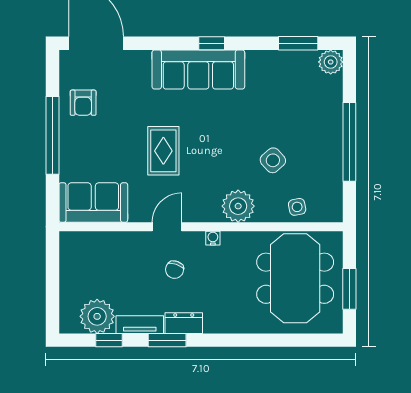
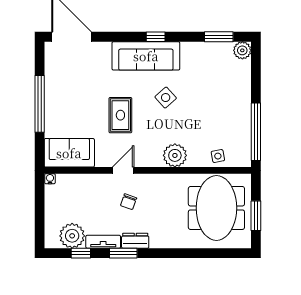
armchair: (83, 103) -> (62, 80), removed
window: (349, 142) -> (256, 132), moved
side table: (273, 160) -> (166, 98), moved
water cooler: (213, 238) -> (50, 179), moved

